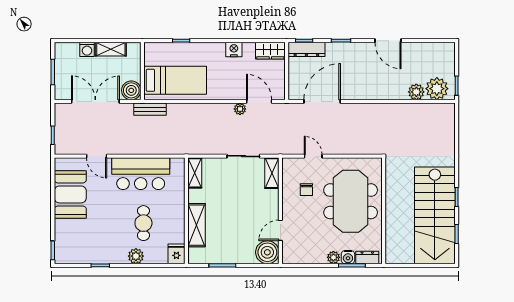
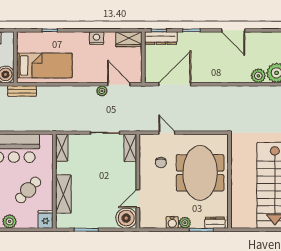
cafe table: (143, 223) -> (28, 190), moved, turned 43
water cooler: (348, 257) -> (172, 222), moved

